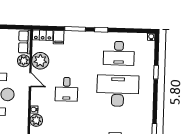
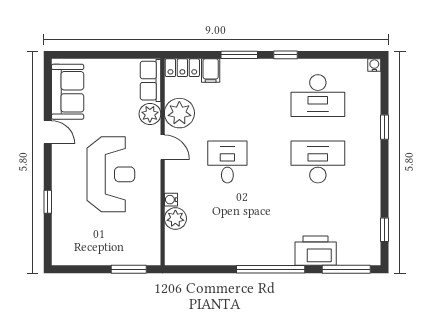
desk: (67, 89) -> (227, 162), turned 180
desk: (118, 91) -> (318, 162), width x0.73, depth x0.77

